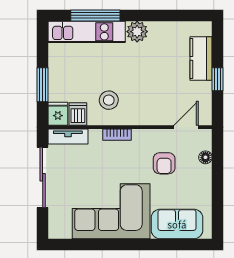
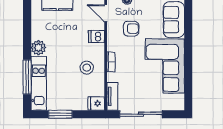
window: (43, 85) -> (60, 114), moved
dishwasher: (78, 114) -> (96, 36), moved

